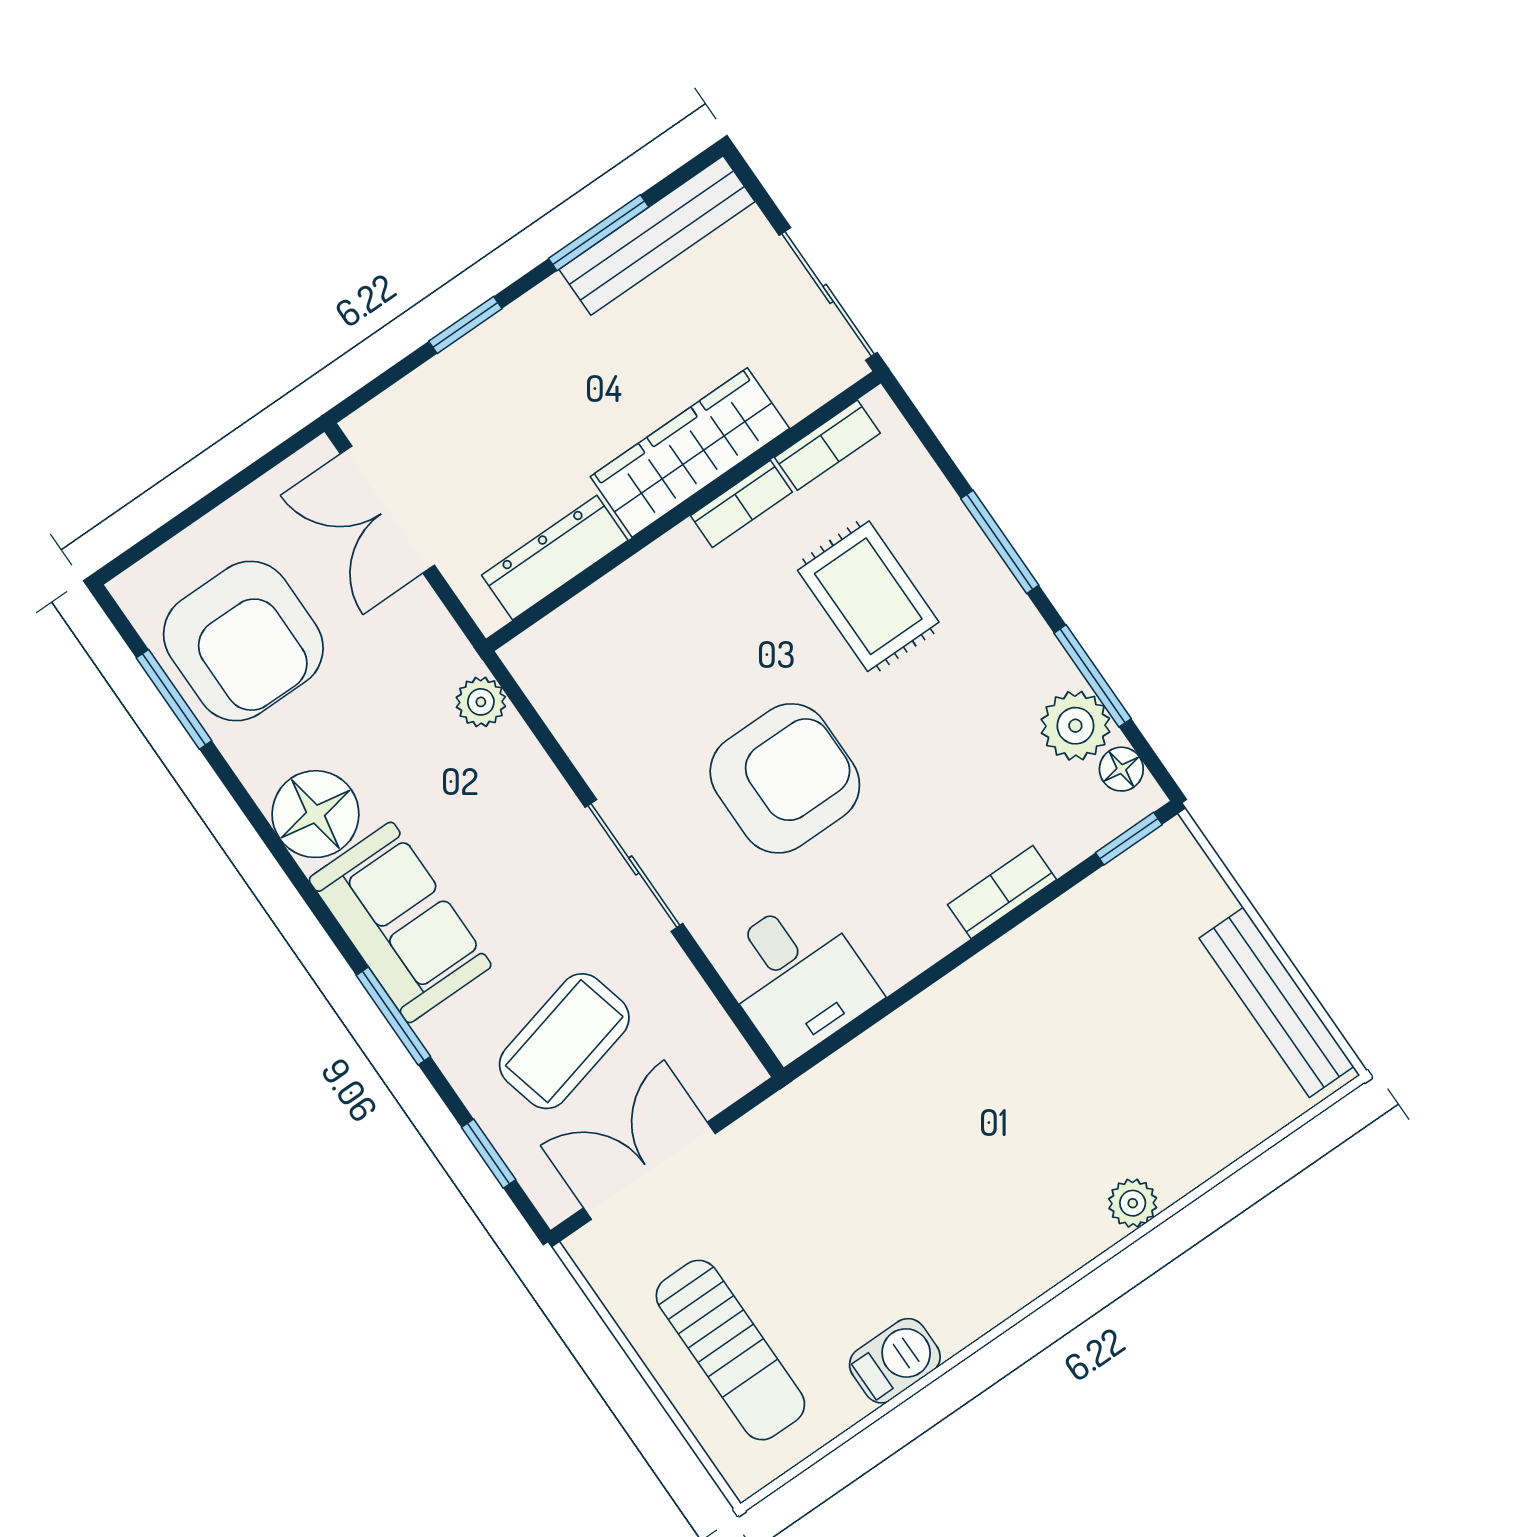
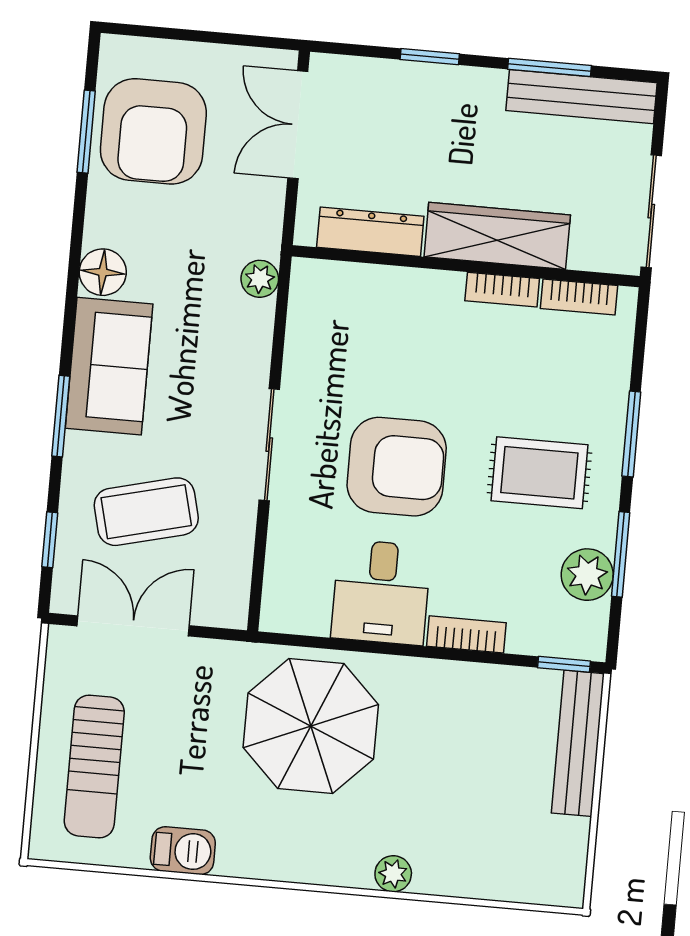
rug: (868, 596) -> (539, 473), moved, turned 90
floor lamp: (1121, 769) -> (593, 621), removed
floor lamp: (315, 814) -> (103, 272), width x0.73, depth x0.73
desk: (797, 977) -> (381, 592), moved
bench: (1276, 1002) -> (578, 743), moved
parasol: (920, 1121) -> (311, 726), added

